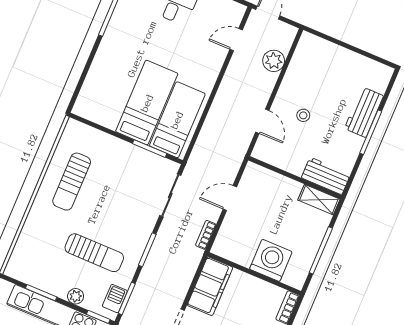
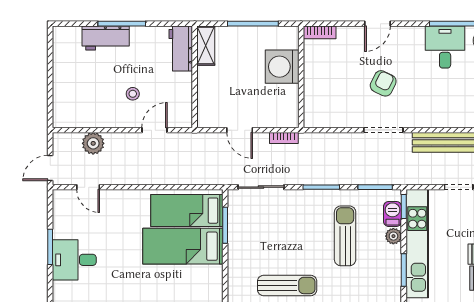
filing cabinet: (210, 286) -> (331, 114), removed
barbecue: (115, 299) -> (393, 214), moved, turned 90

